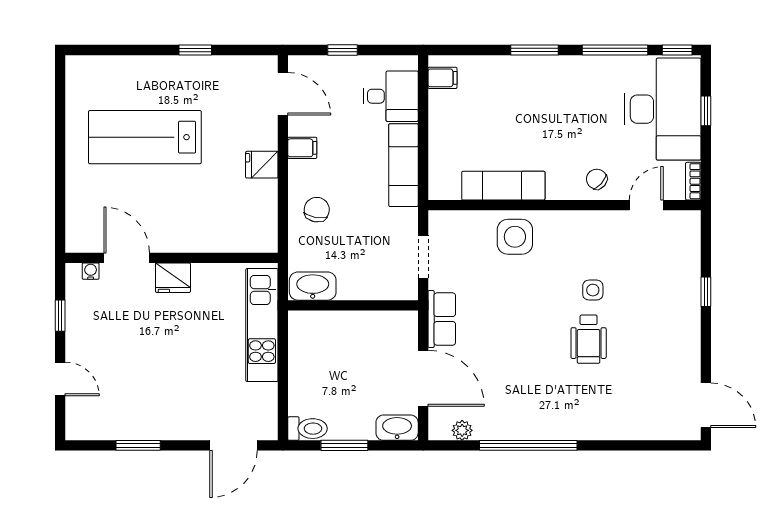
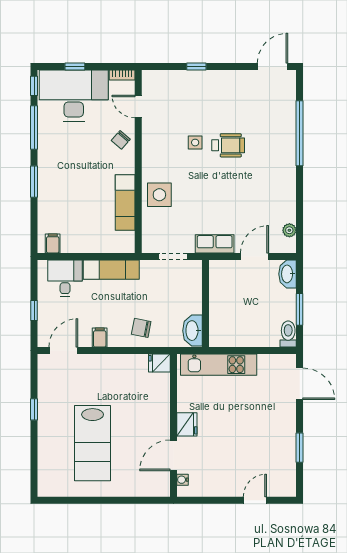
fridge: (262, 165) -> (159, 363), moved, turned 90
window: (60, 316) -> (212, 500), removed
door: (423, 378) -> (254, 256), width x0.73
window: (528, 445) -> (300, 133), moved

